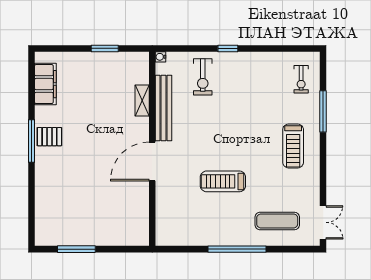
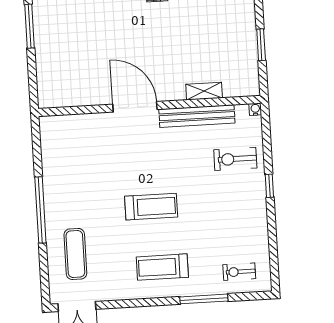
treadmill: (223, 181) -> (151, 207), moved, turned 90

